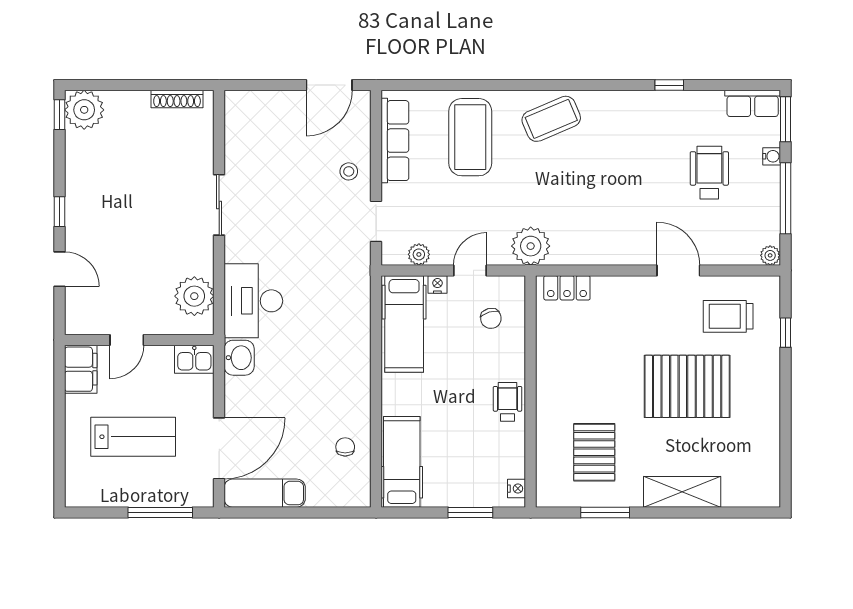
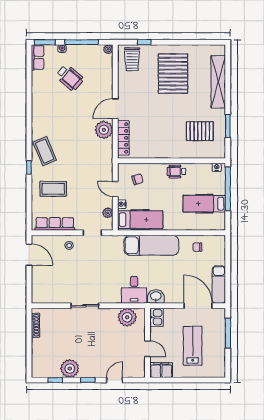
window: (669, 85) -> (29, 167), moved
plant: (84, 110) -> (70, 369), moved
window: (59, 115) -> (55, 380), moved
coffee table: (470, 137) -> (53, 189), width x0.73, depth x0.76
wheelchair: (709, 173) -> (70, 78), turned -140
plant: (531, 246) -> (104, 130), moved
door: (678, 270) -> (115, 109), moved
locker: (567, 288) -> (123, 138), width x1.53
desk: (253, 301) -> (134, 290), width x0.73
trolley: (728, 316) -> (132, 59), moved
exam couch: (349, 348) -> (151, 245), added
pallet: (687, 386) -> (173, 74), moved
hospital bed: (402, 462) -> (204, 204), moved
shelving: (682, 492) -> (218, 82), width x1.47
window: (470, 512) -> (228, 189), width x2.11

